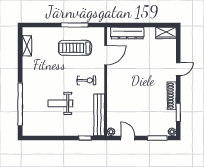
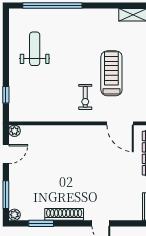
treadmill: (75, 48) -> (111, 73), moved
weight bench: (60, 103) -> (35, 49), moved
bench: (99, 115) -> (38, 114), removed

